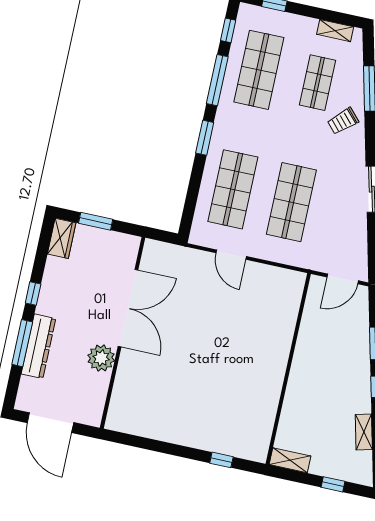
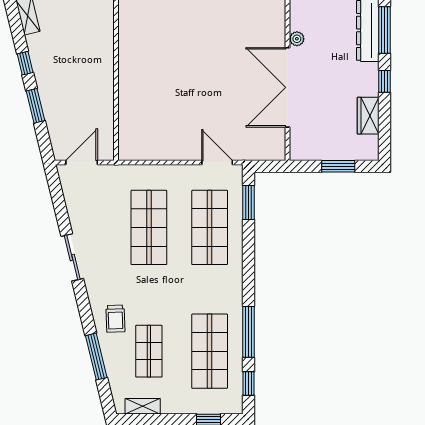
trolley: (343, 121) -> (115, 319), turned 130
window: (205, 138) -> (248, 202), moved
wardrobe: (62, 238) -> (368, 116), moved
door: (231, 255) -> (217, 163), moved
plant: (101, 358) -> (297, 39), width x0.53, depth x0.53

